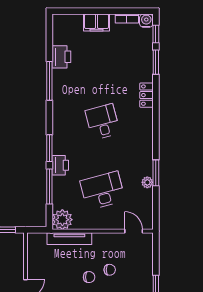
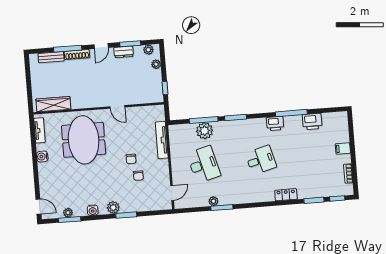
water cooler: (146, 21) -> (348, 190), removed
filing cabinet: (97, 23) -> (343, 148), width x0.50
printer: (60, 165) -> (275, 123), moved
plant: (62, 220) -> (205, 131), moved

